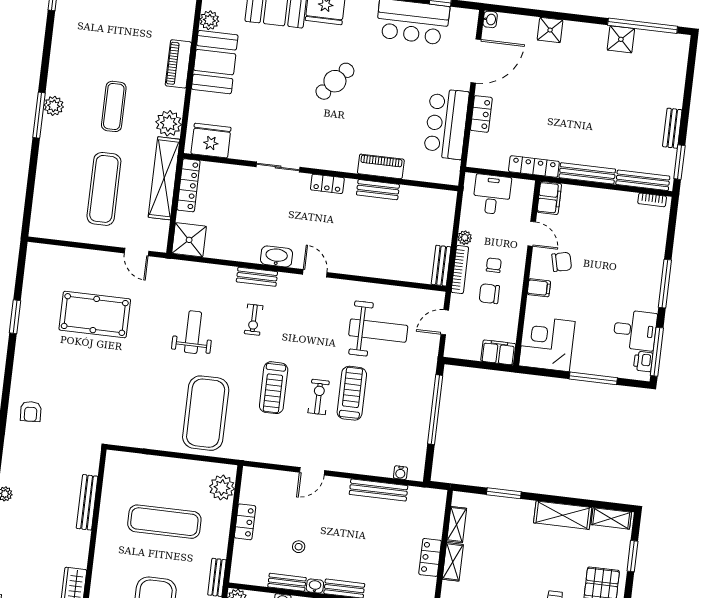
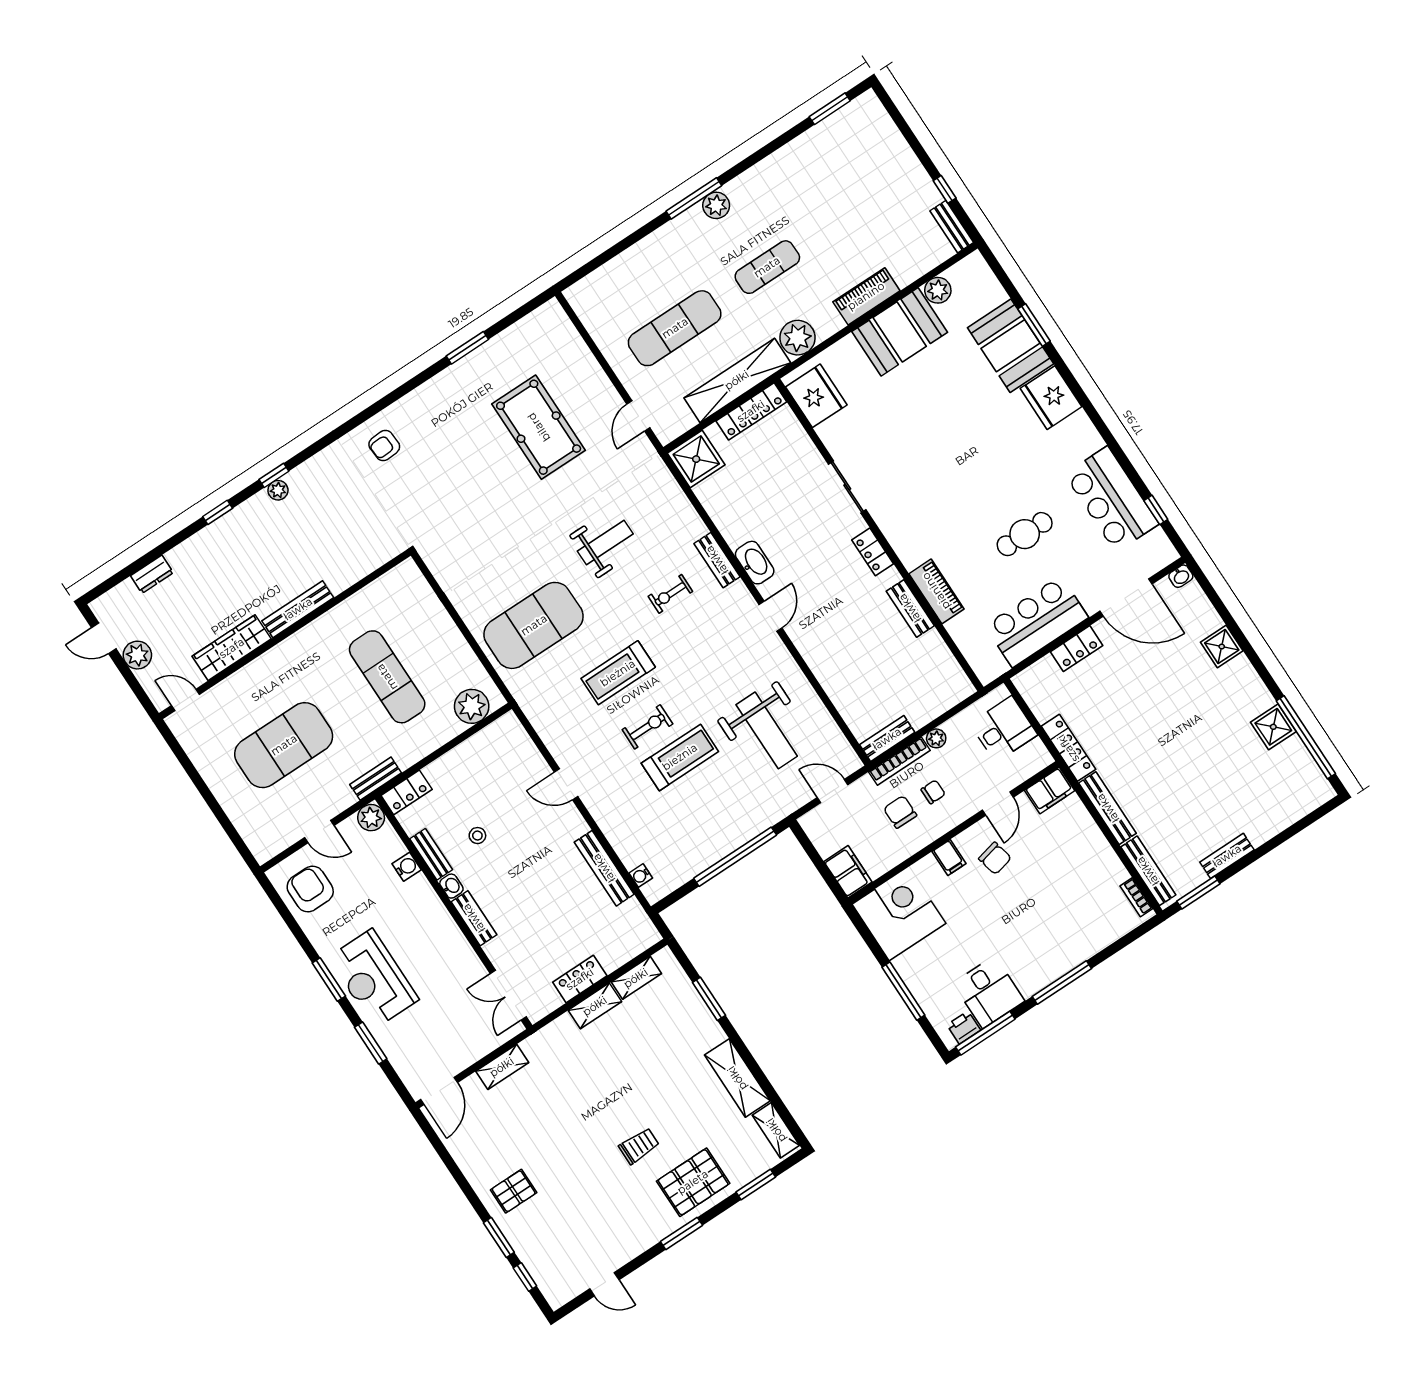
cafe table: (335, 81) -> (1025, 534), moved, turned -40
bench: (87, 502) -> (298, 609), moved
locker: (245, 522) -> (407, 792), moved

